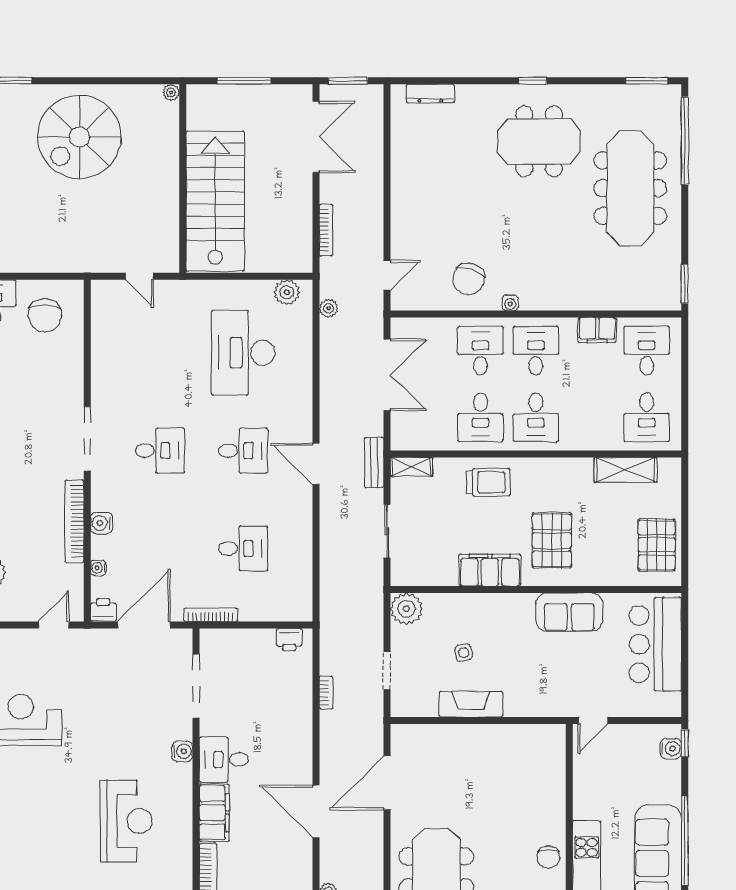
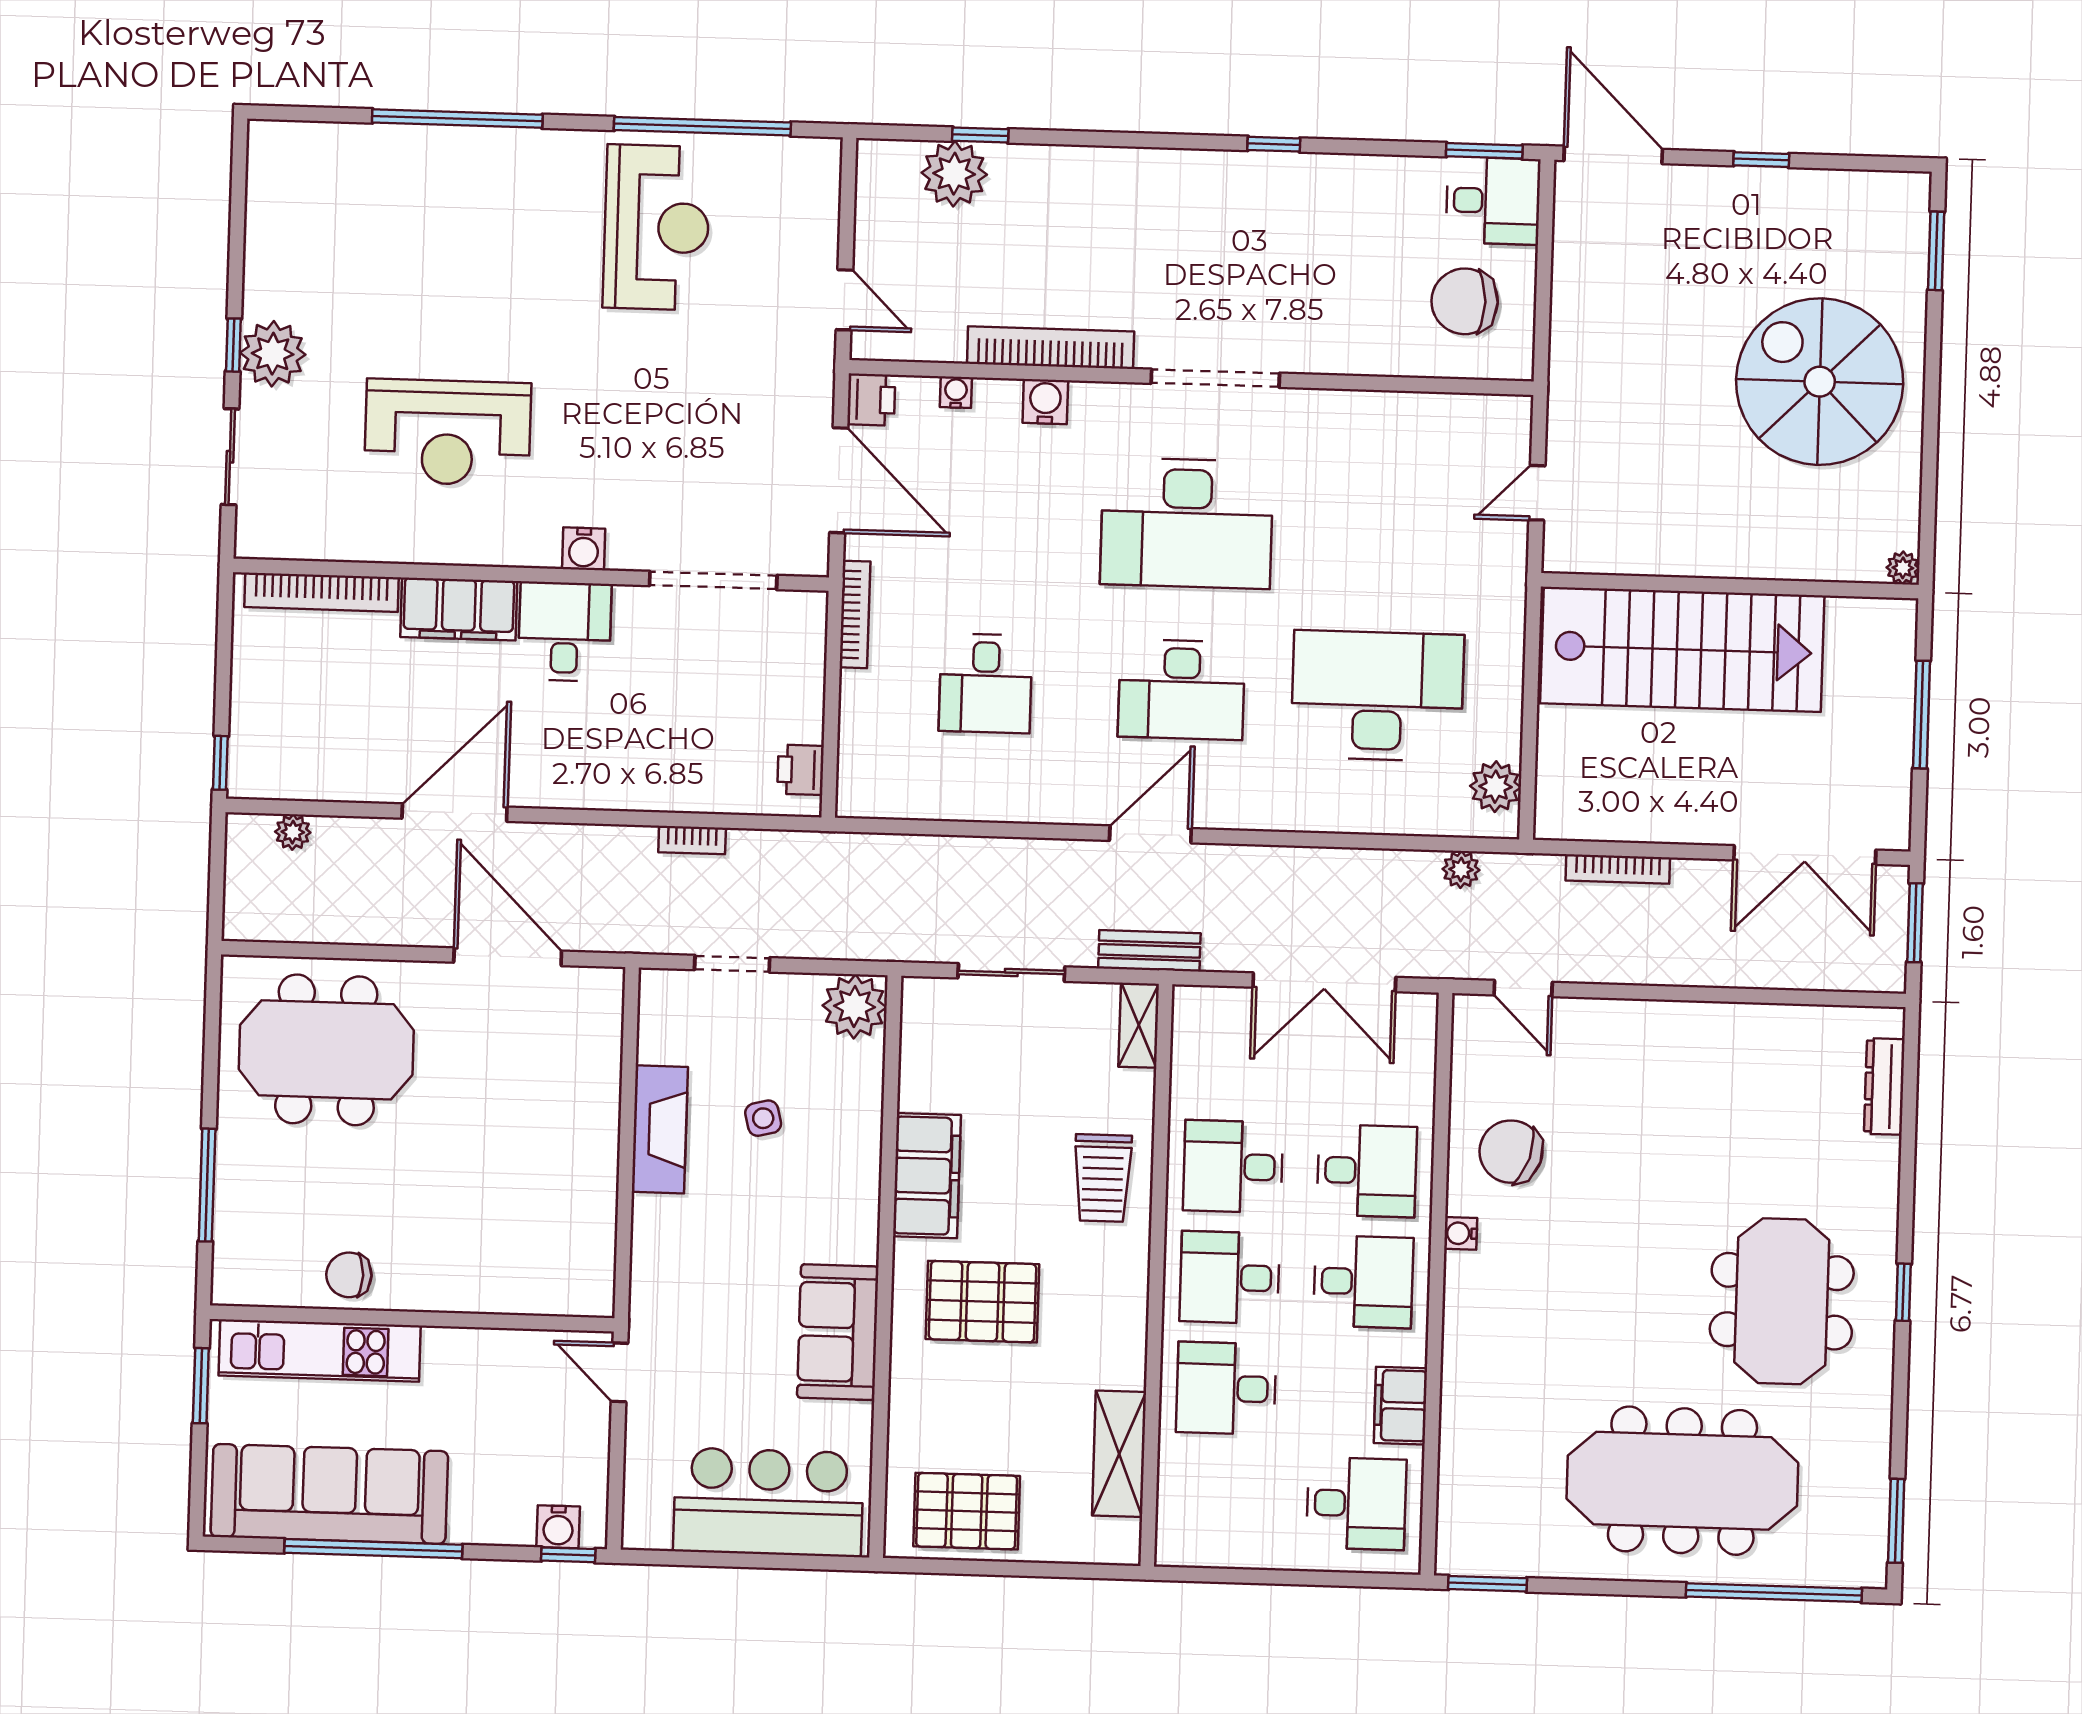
desk: (647, 417) -> (1226, 1388), moved
desk: (160, 451) -> (1187, 523), width x1.87, depth x1.30
desk: (243, 451) -> (1181, 690), width x1.37

